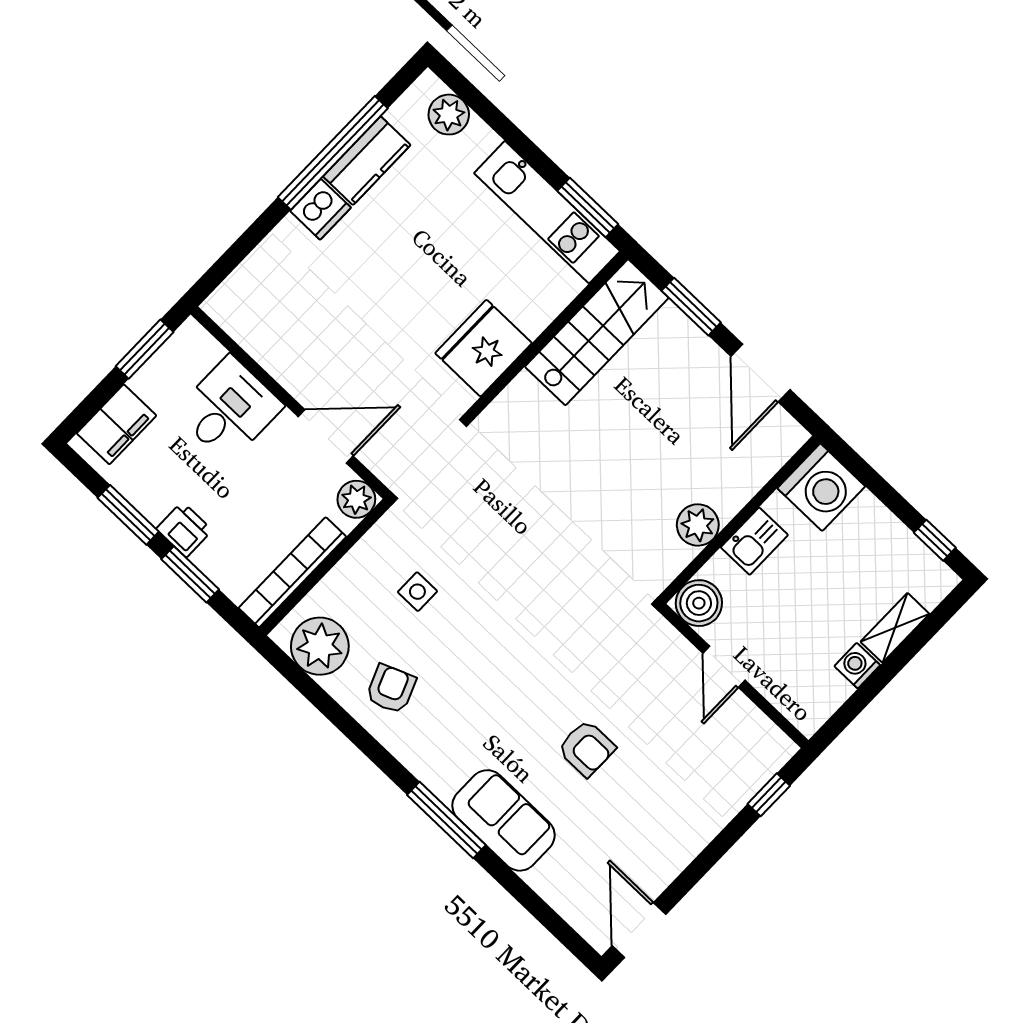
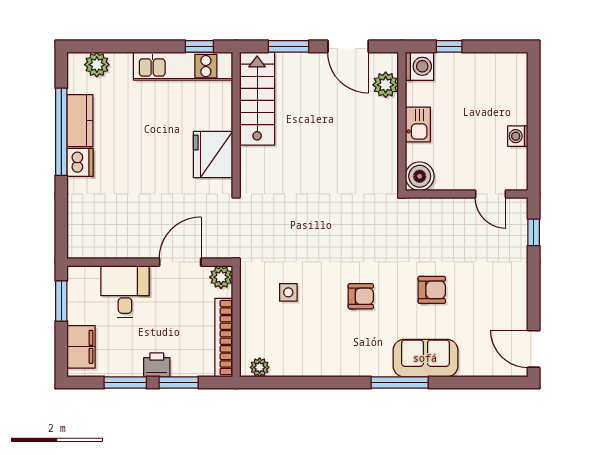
window: (588, 207) -> (199, 46), width x0.67
washing machine: (821, 487) -> (419, 66), width x0.73, depth x0.73
plant: (698, 525) -> (386, 85), moved
window: (935, 540) -> (449, 46), moved
shelving: (895, 628) -> (518, 103), removed
plant: (320, 646) -> (260, 367), width x0.53, depth x0.53
door: (724, 667) -> (491, 194), moved
armchair: (391, 689) -> (361, 296), moved, turned 112

